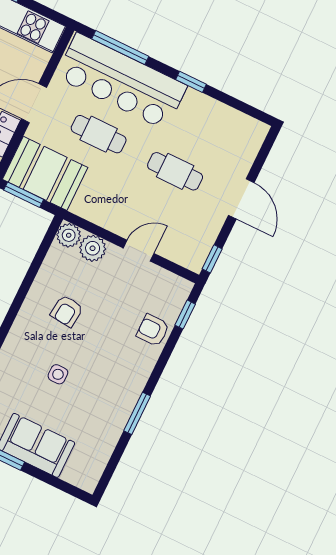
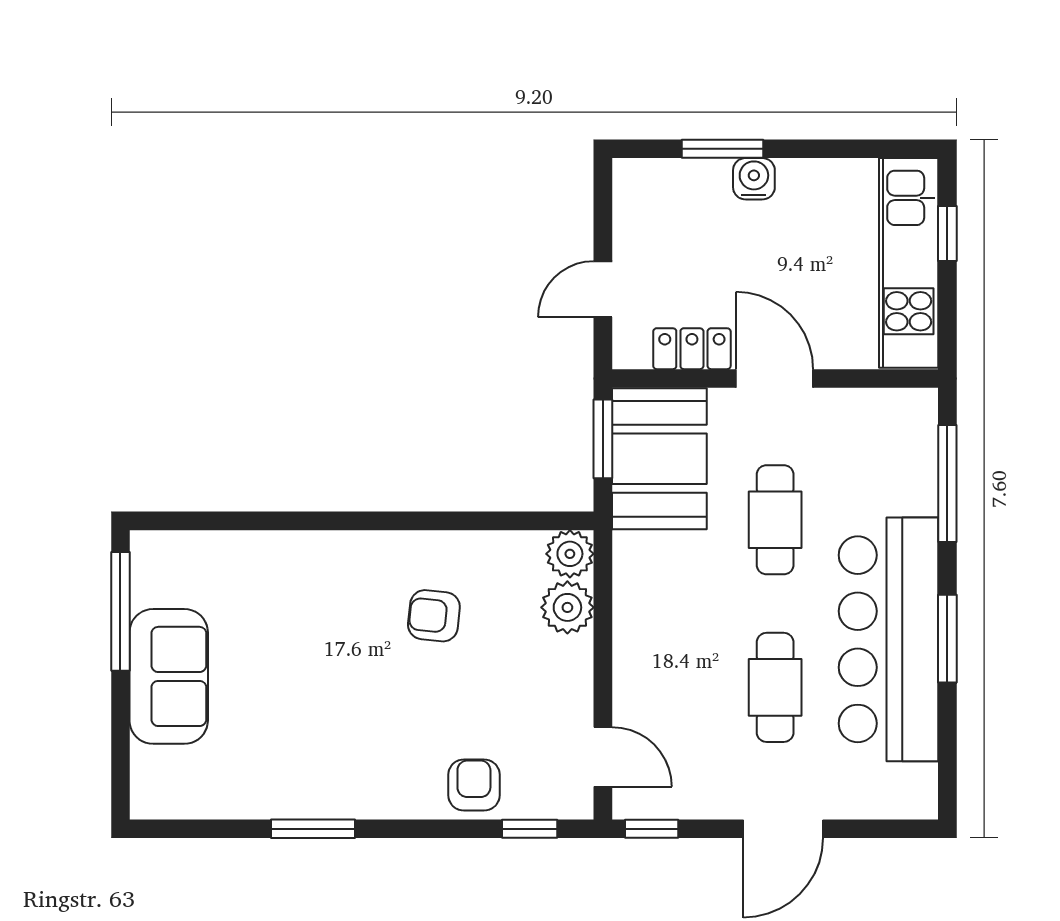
bar counter: (121, 81) -> (889, 639), moved
window: (191, 82) -> (947, 639), width x1.50
door: (139, 251) -> (603, 757), moved
side table: (58, 374) -> (314, 655), removed

